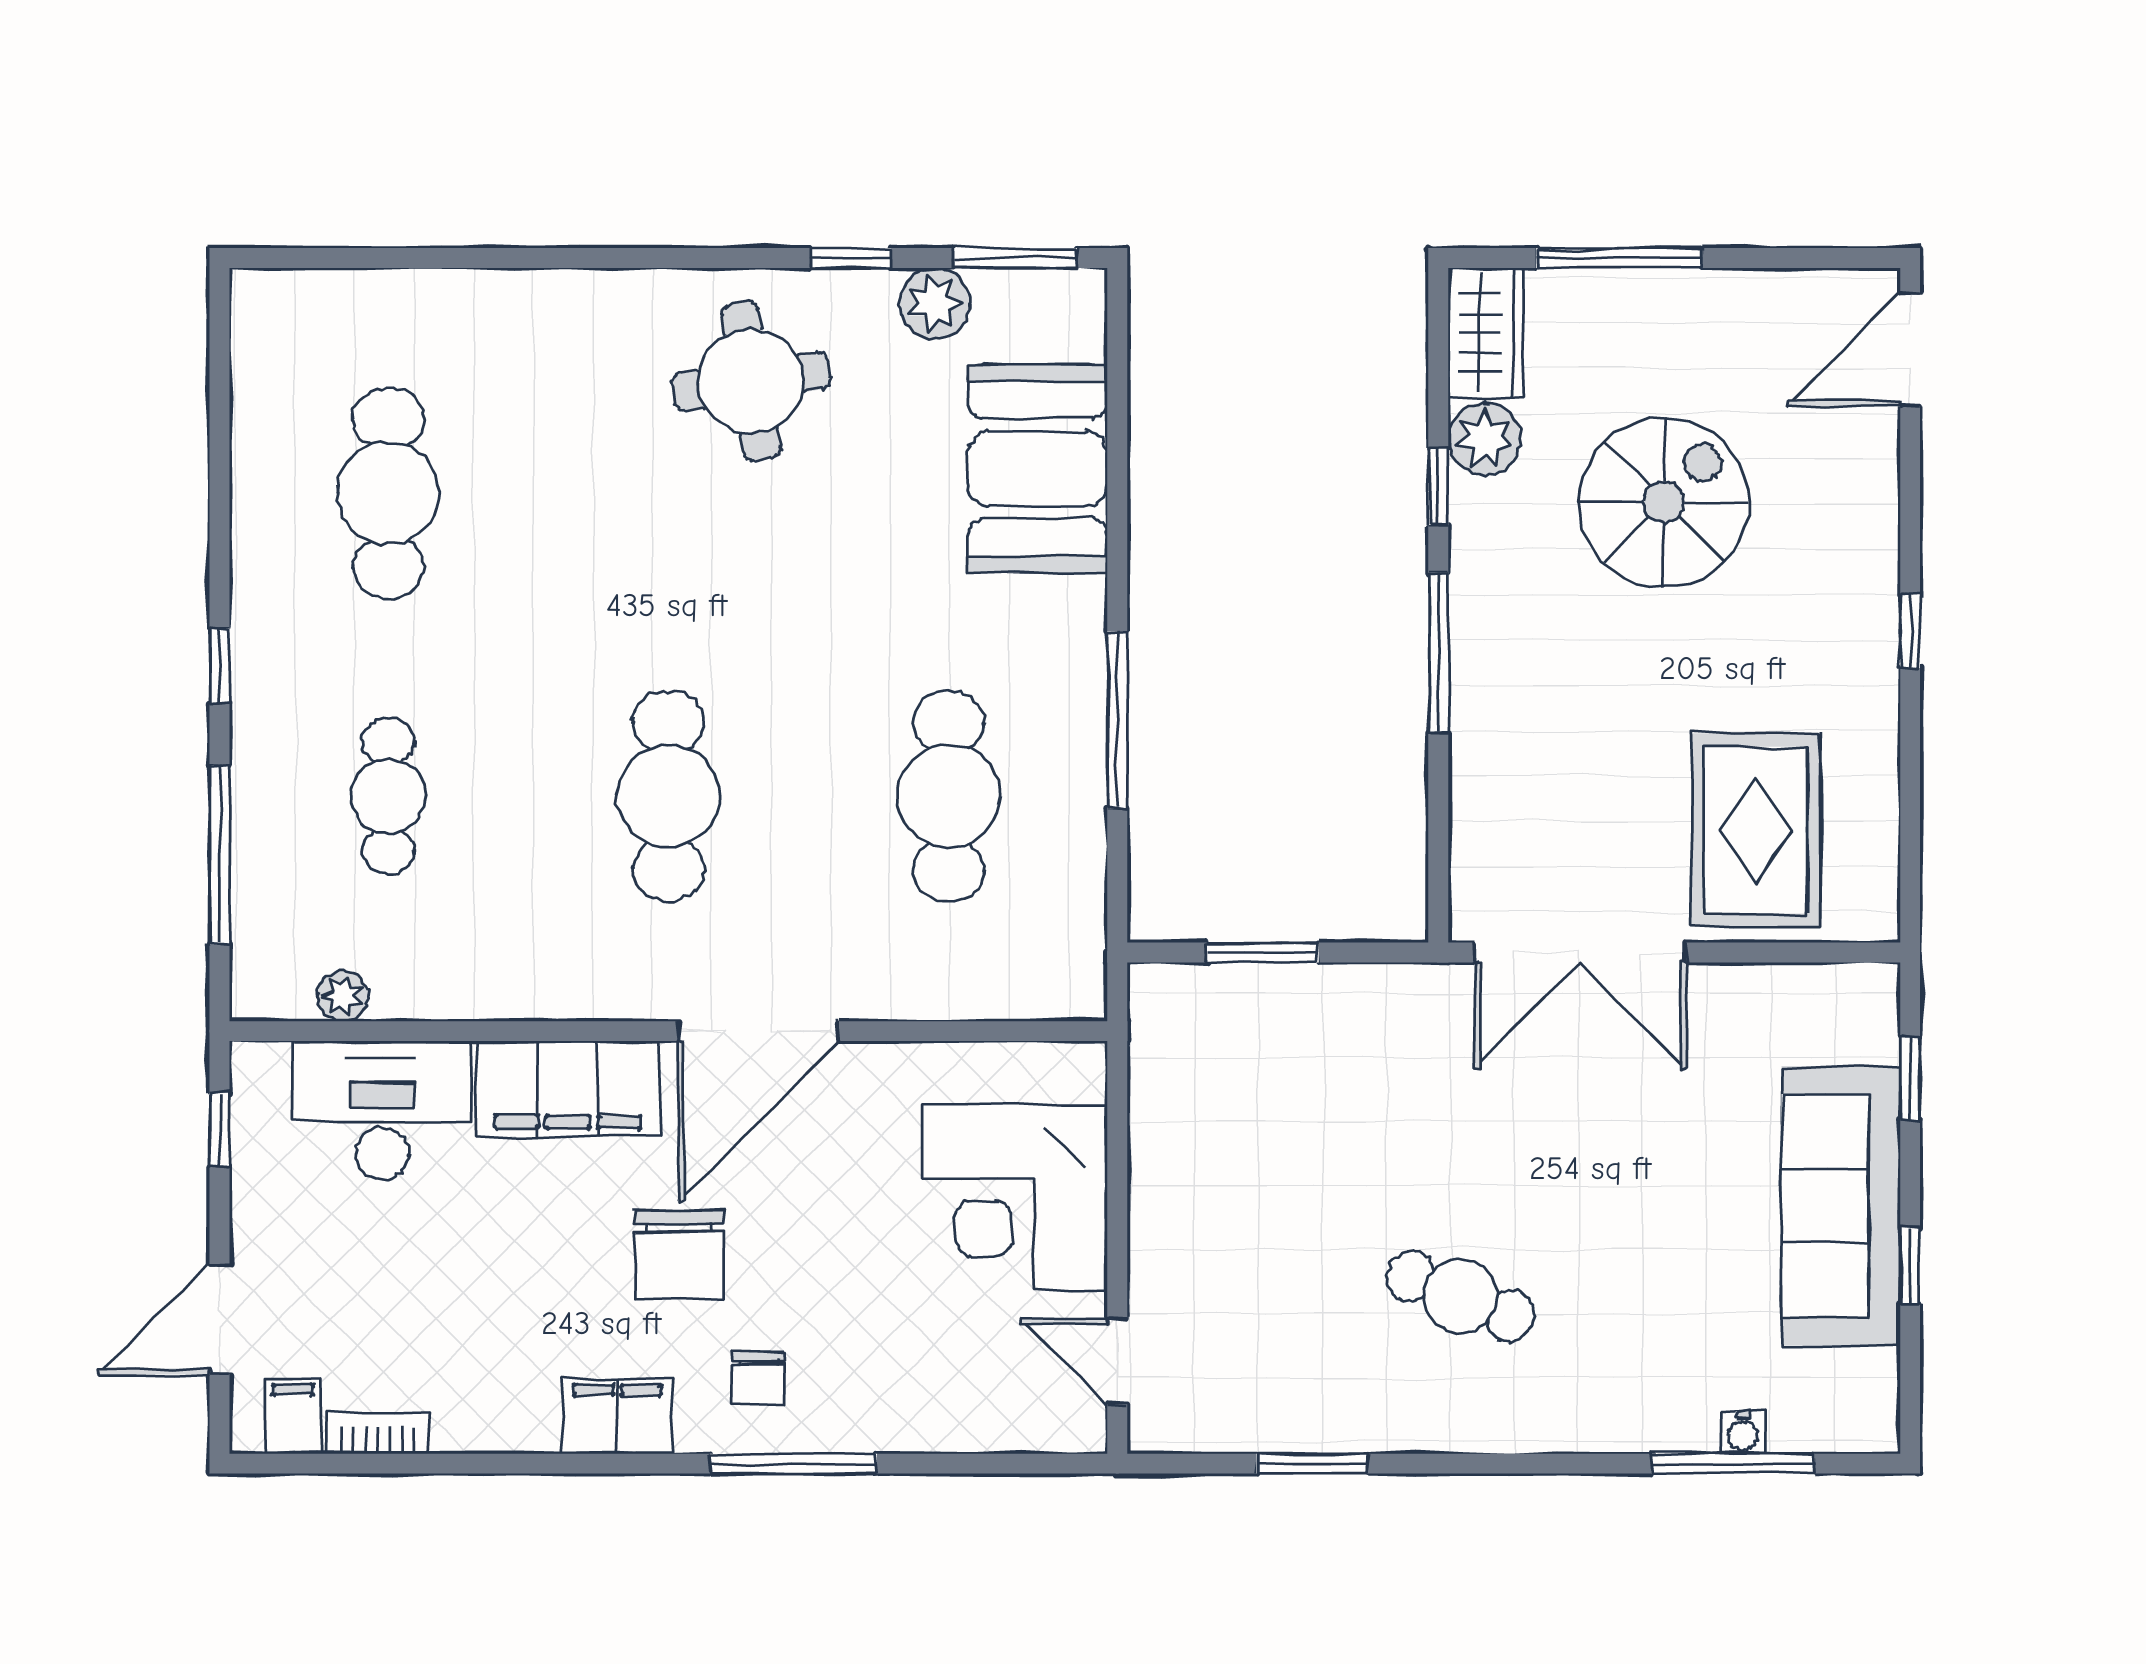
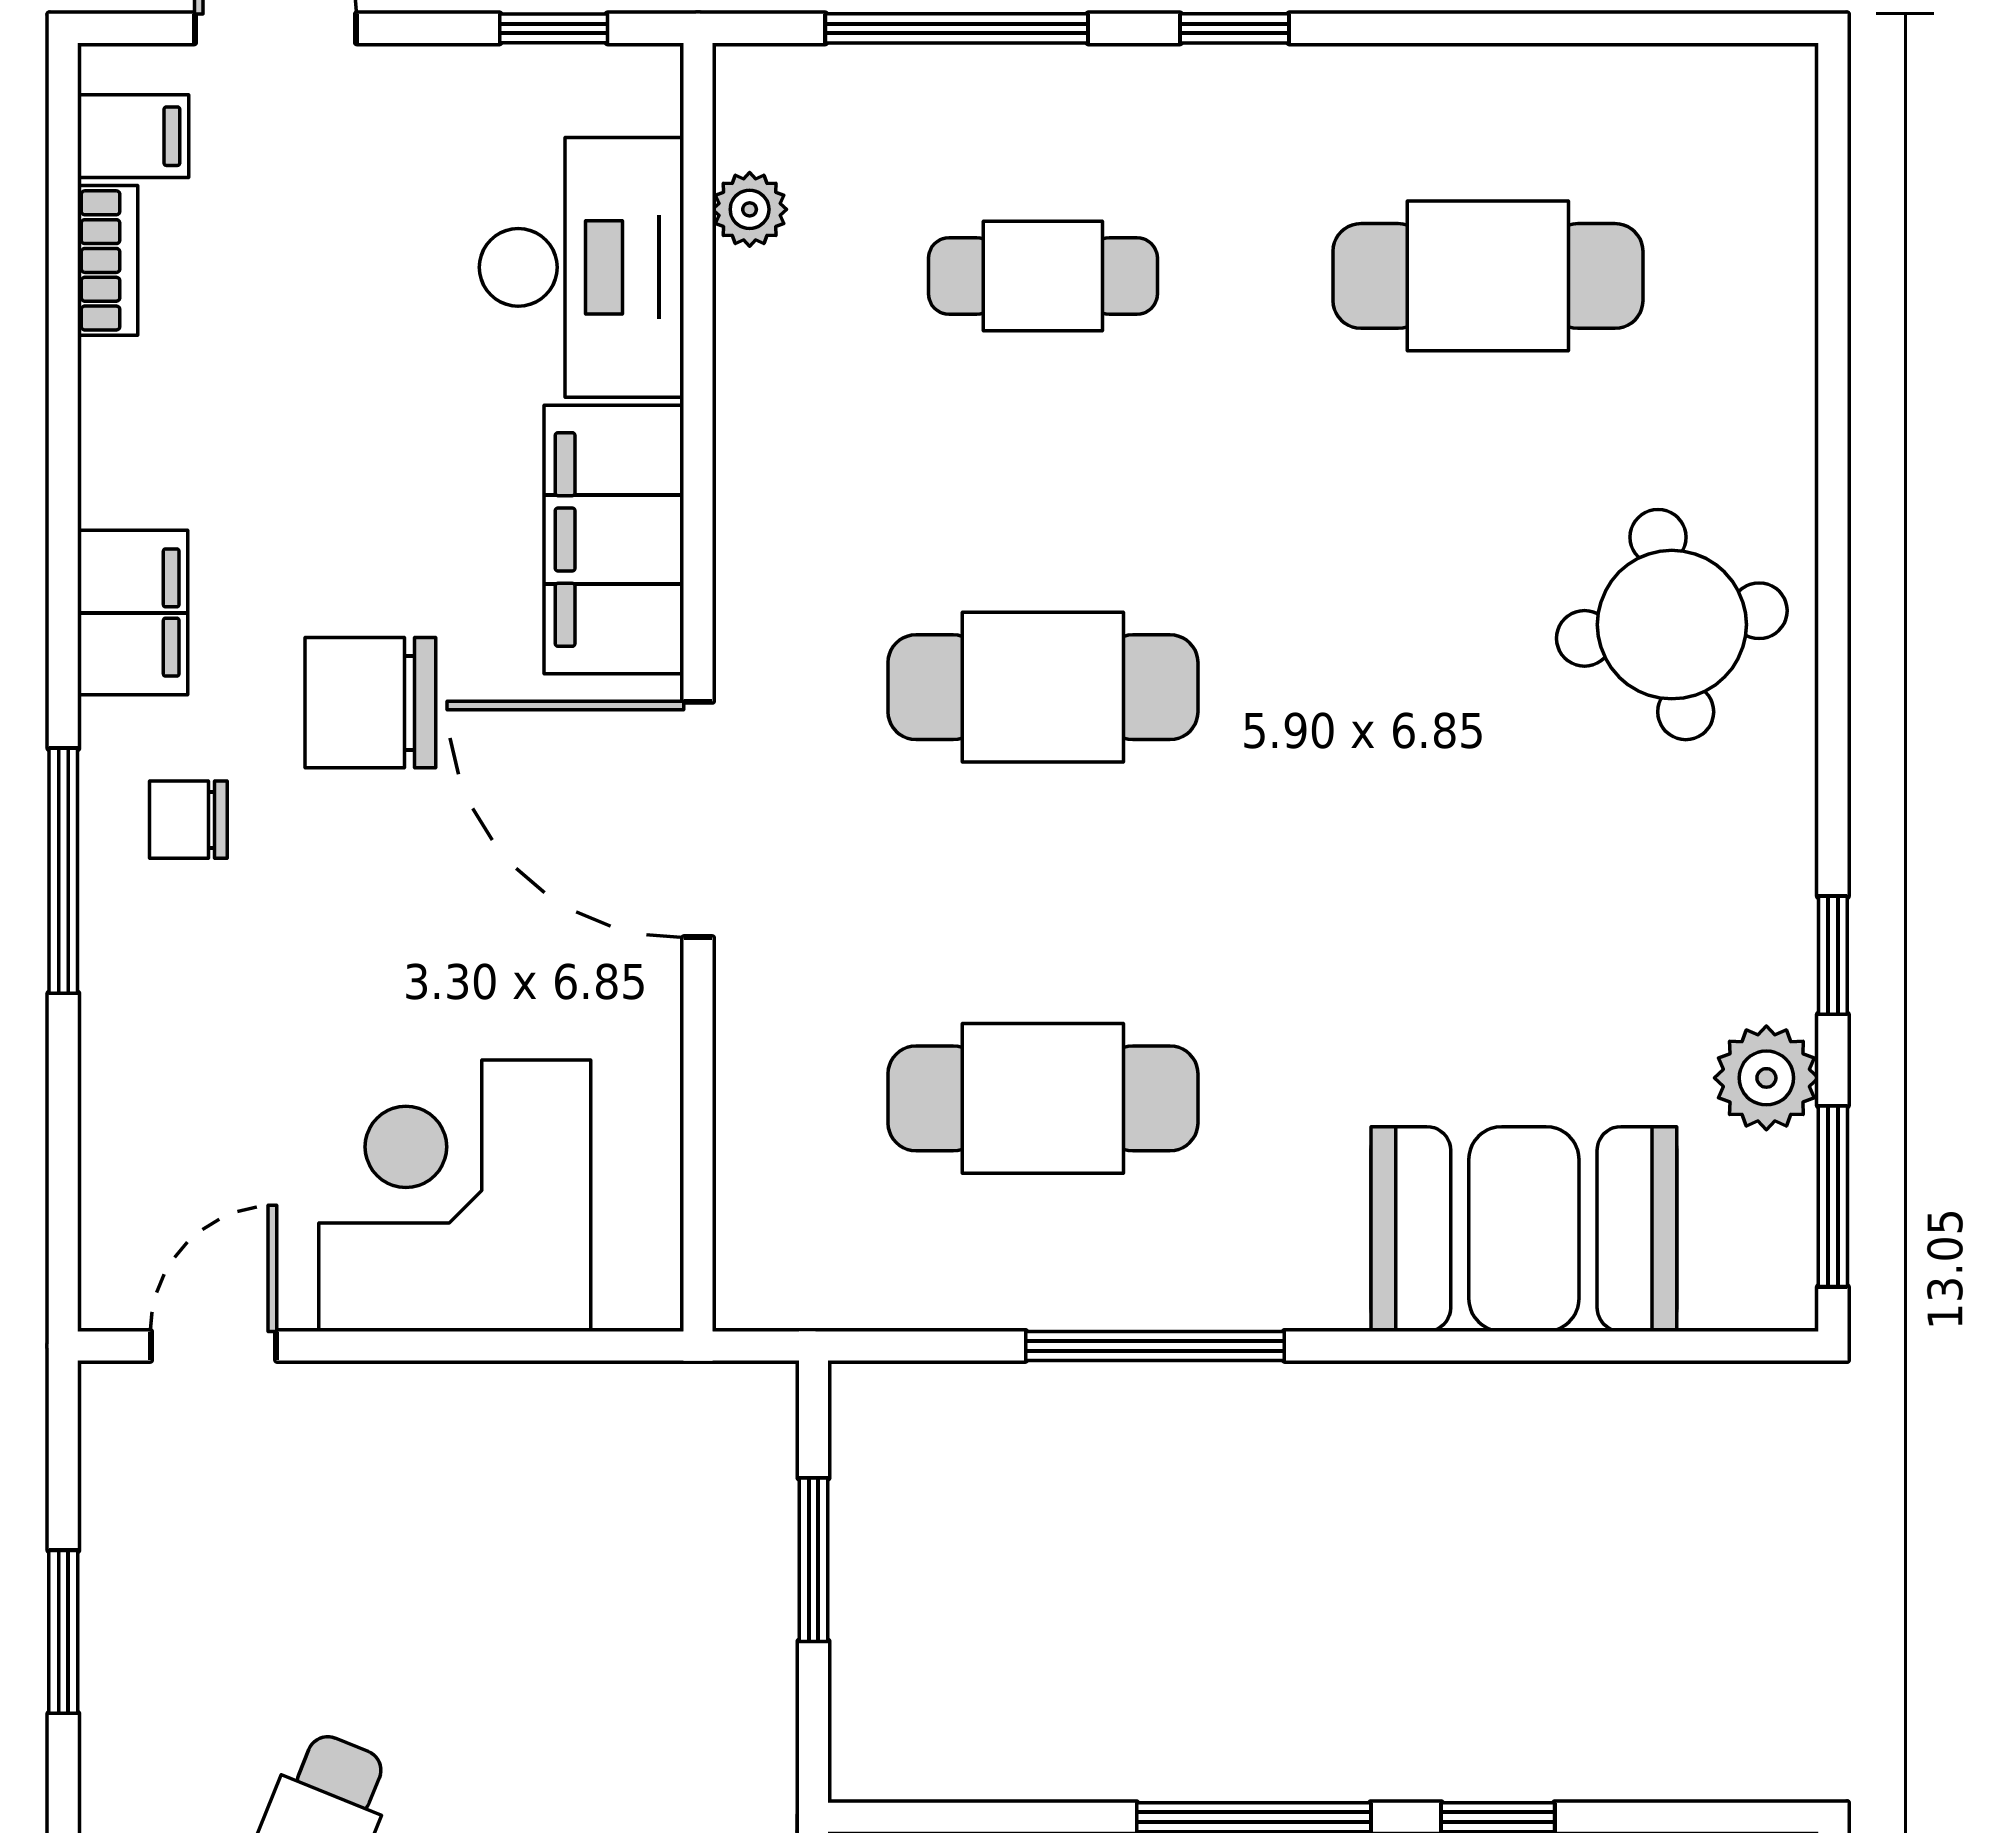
round table: (751, 381) -> (1672, 625), moved

